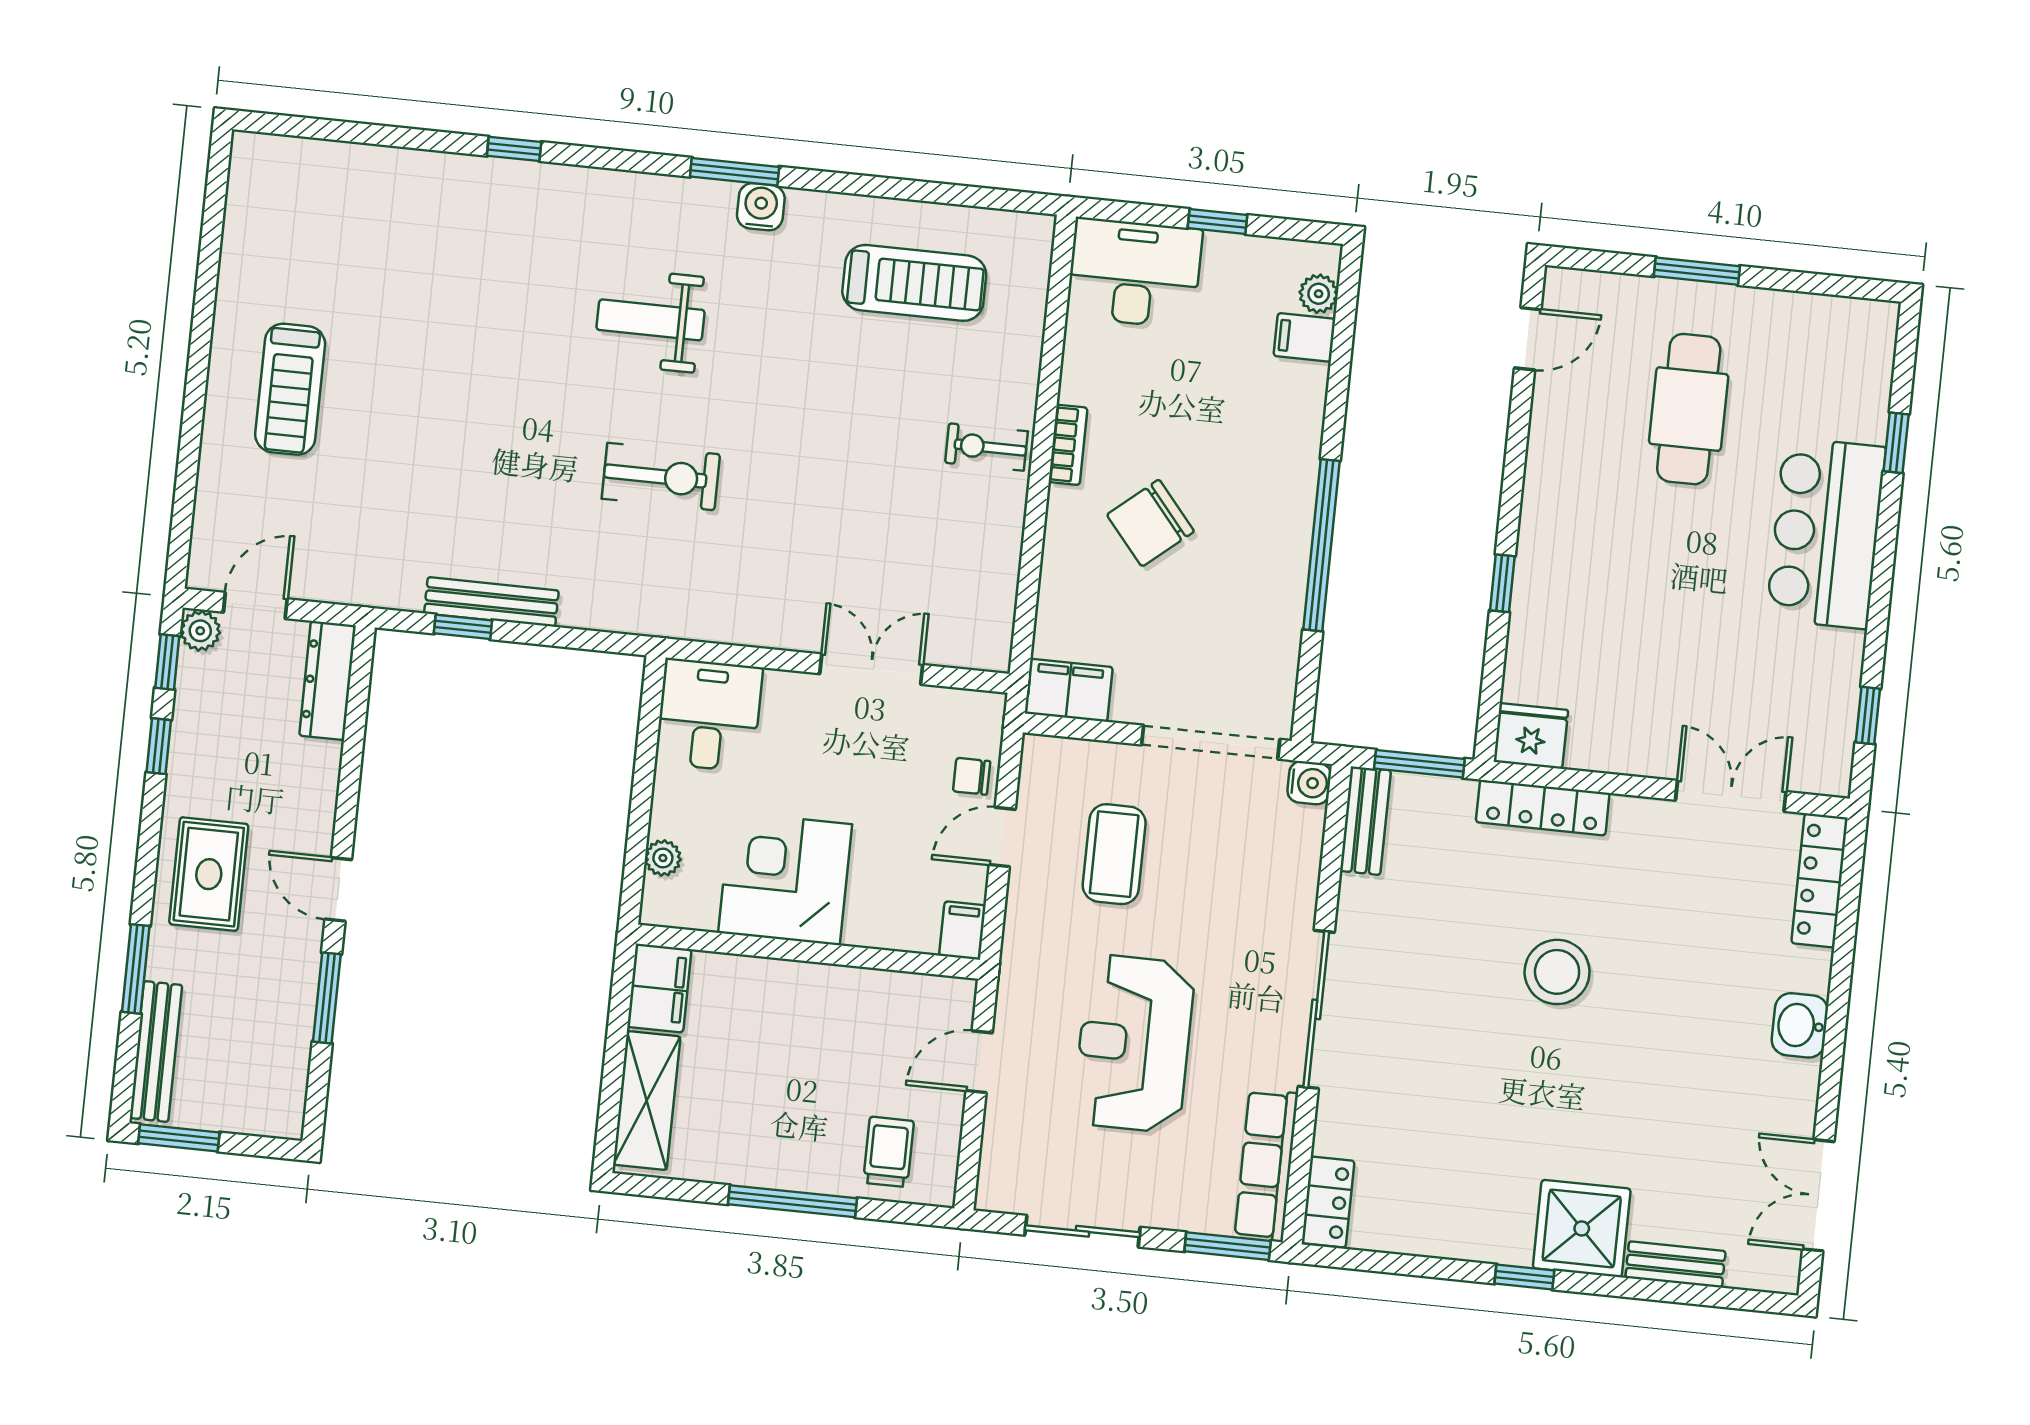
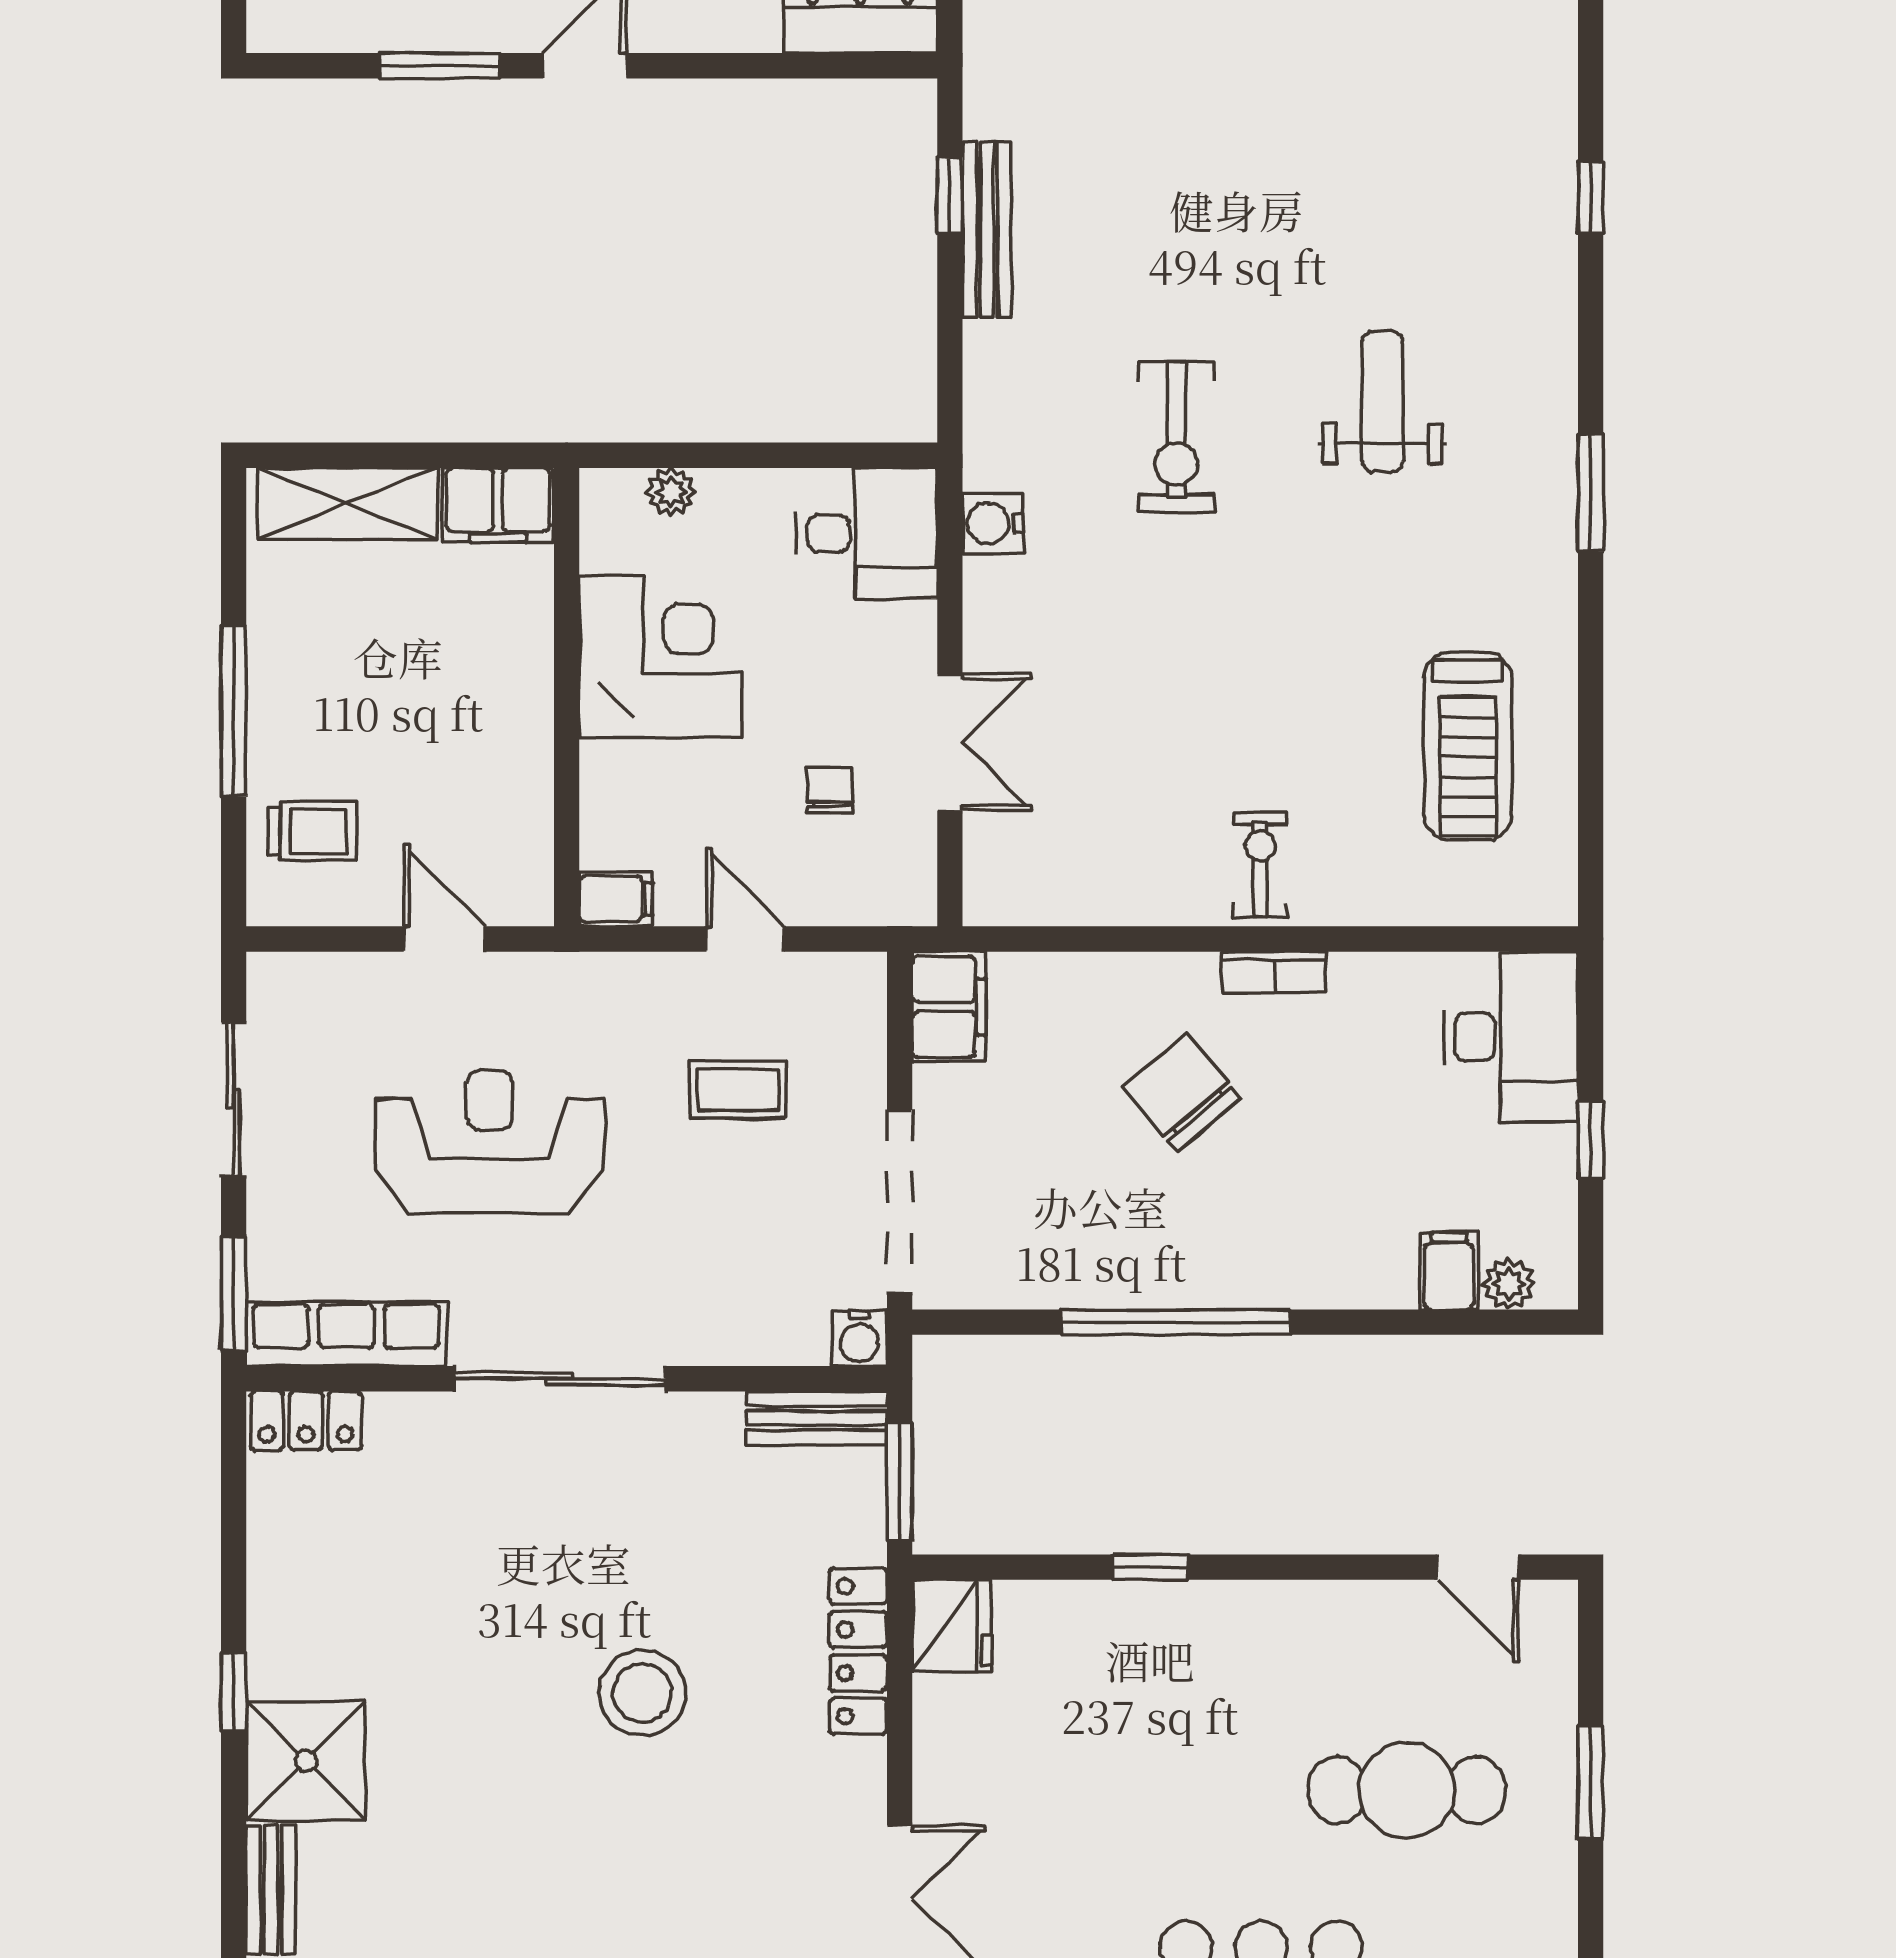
water cooler: (761, 207) -> (993, 523), moved, turned 180
chair: (972, 776) -> (830, 790), moved
coffee table: (1114, 854) -> (738, 1089), width x0.73, depth x0.77

